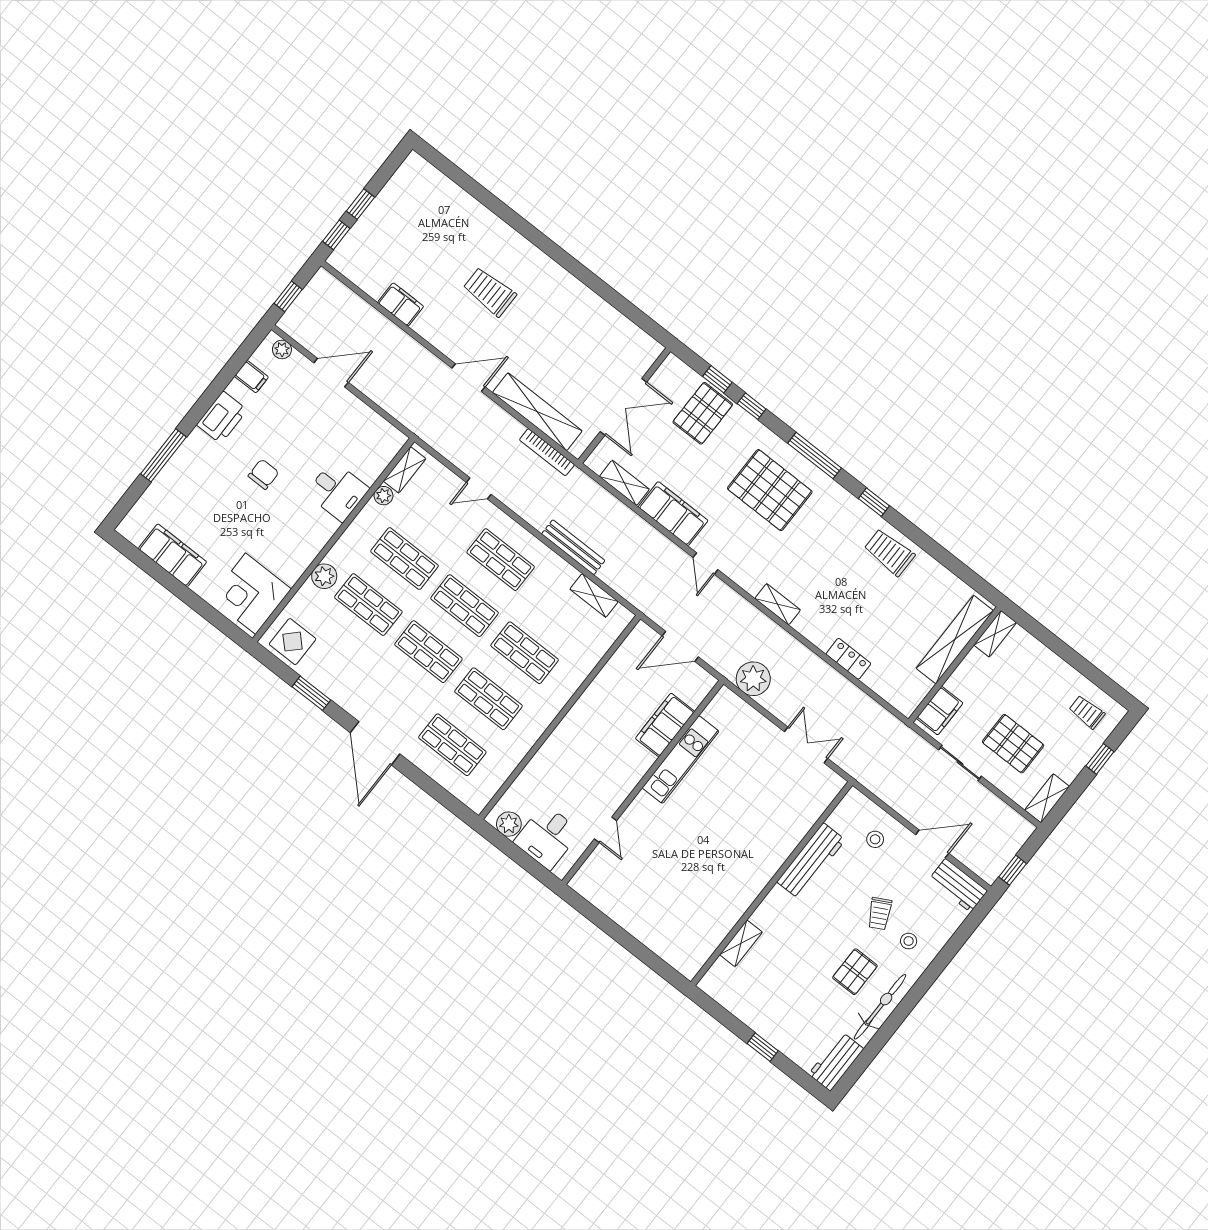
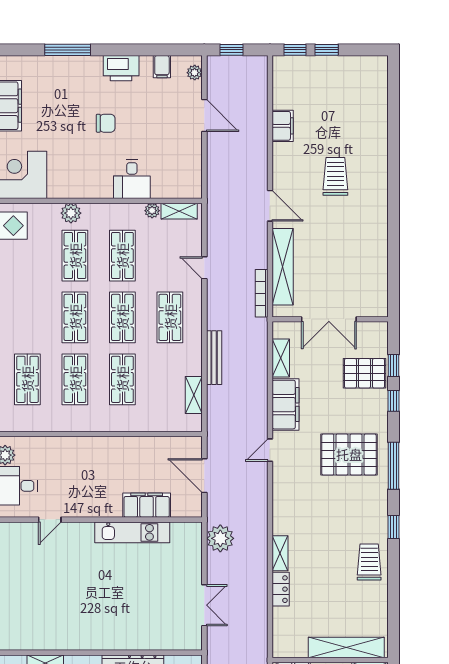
pallet: (770, 490) -> (349, 454), turned 90
shelving: (778, 604) -> (280, 553), moved

